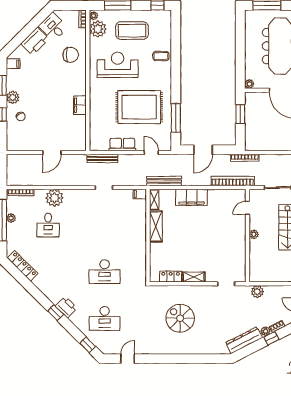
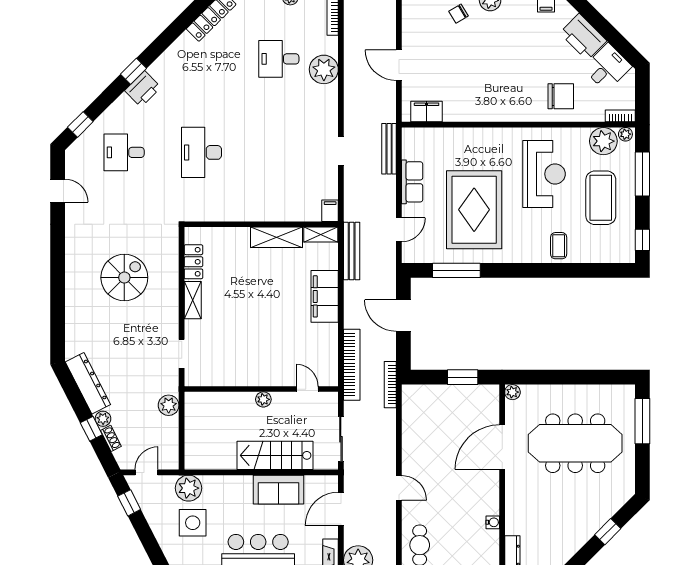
chair: (71, 55) -> (561, 96), turned -90
filing cabinet: (80, 105) -> (427, 112), moved
desk: (105, 318) -> (124, 152), width x0.73

